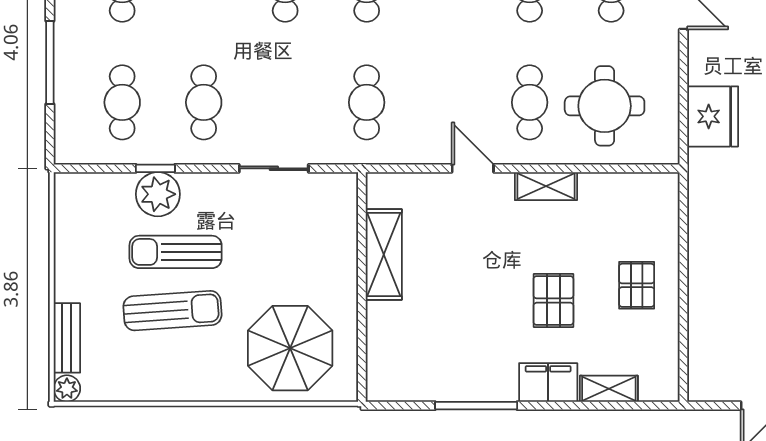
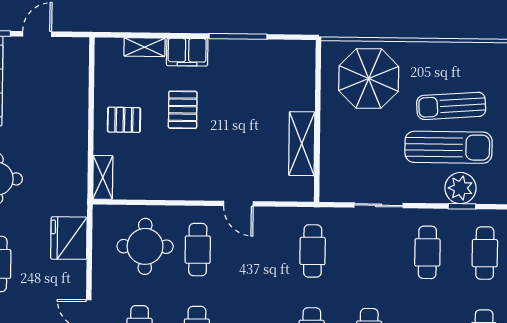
shelving: (546, 186) -> (103, 177), moved, turned 90
sun lounger: (176, 252) -> (449, 147), width x1.36, depth x1.34
pallet: (637, 285) -> (124, 120), turned 90

